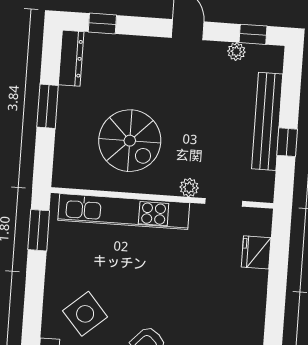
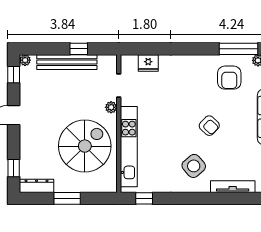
plant: (236, 52) -> (25, 60), moved
spiral stairs: (130, 141) -> (85, 146), width x1.37, depth x1.37
window: (39, 230) -> (144, 198), width x0.67

